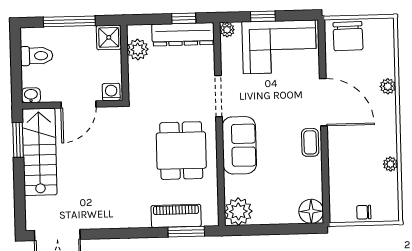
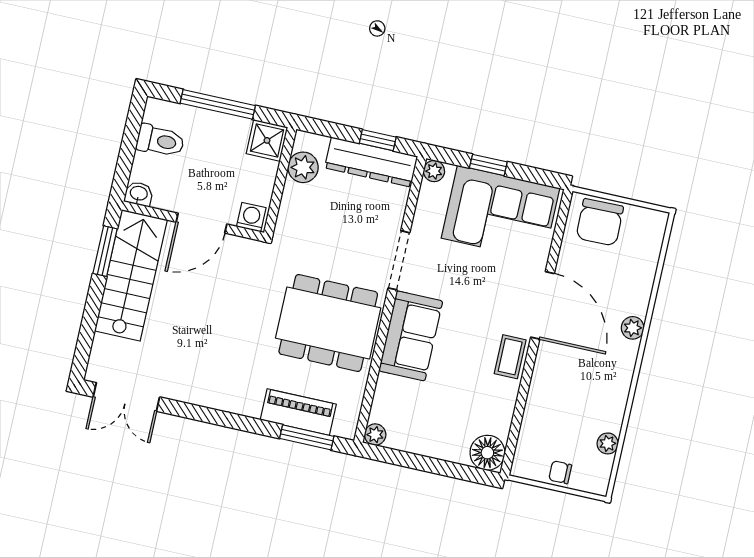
plant: (388, 86) -> (633, 328), moved
dining table: (181, 151) -> (328, 323), width x1.38
plant: (390, 164) -> (608, 443), moved
plant: (238, 211) -> (375, 435), width x0.53, depth x0.53

